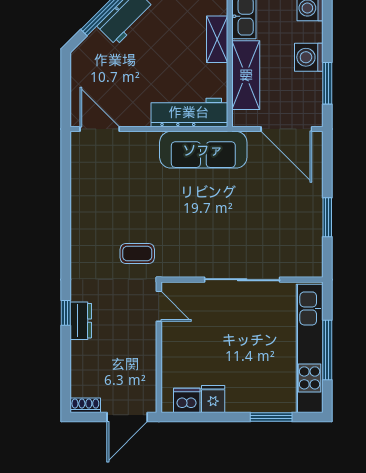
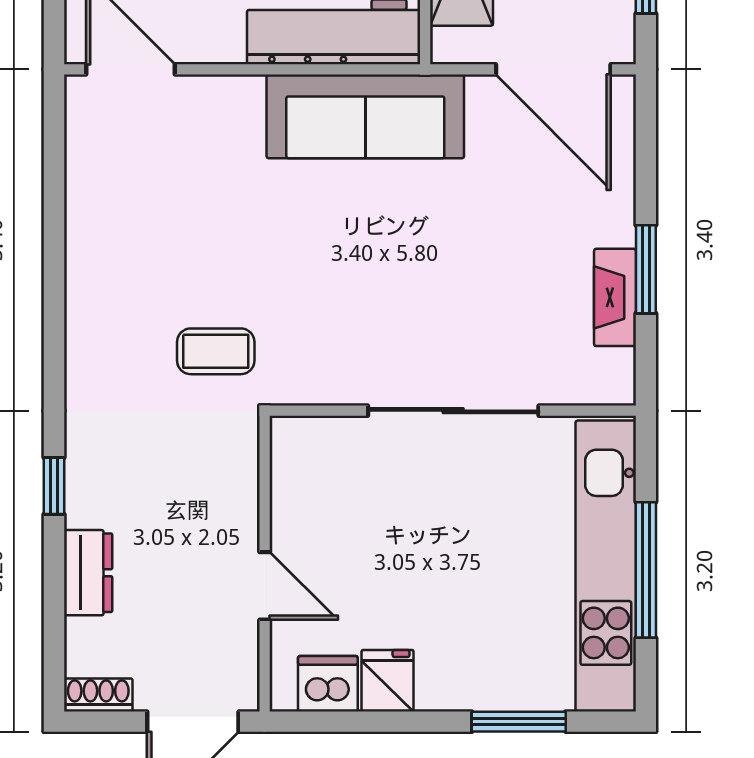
fireplace: (314, 230) -> (615, 297), added
door: (159, 306) -> (265, 586), moved
dresser: (81, 321) -> (88, 573), moved

